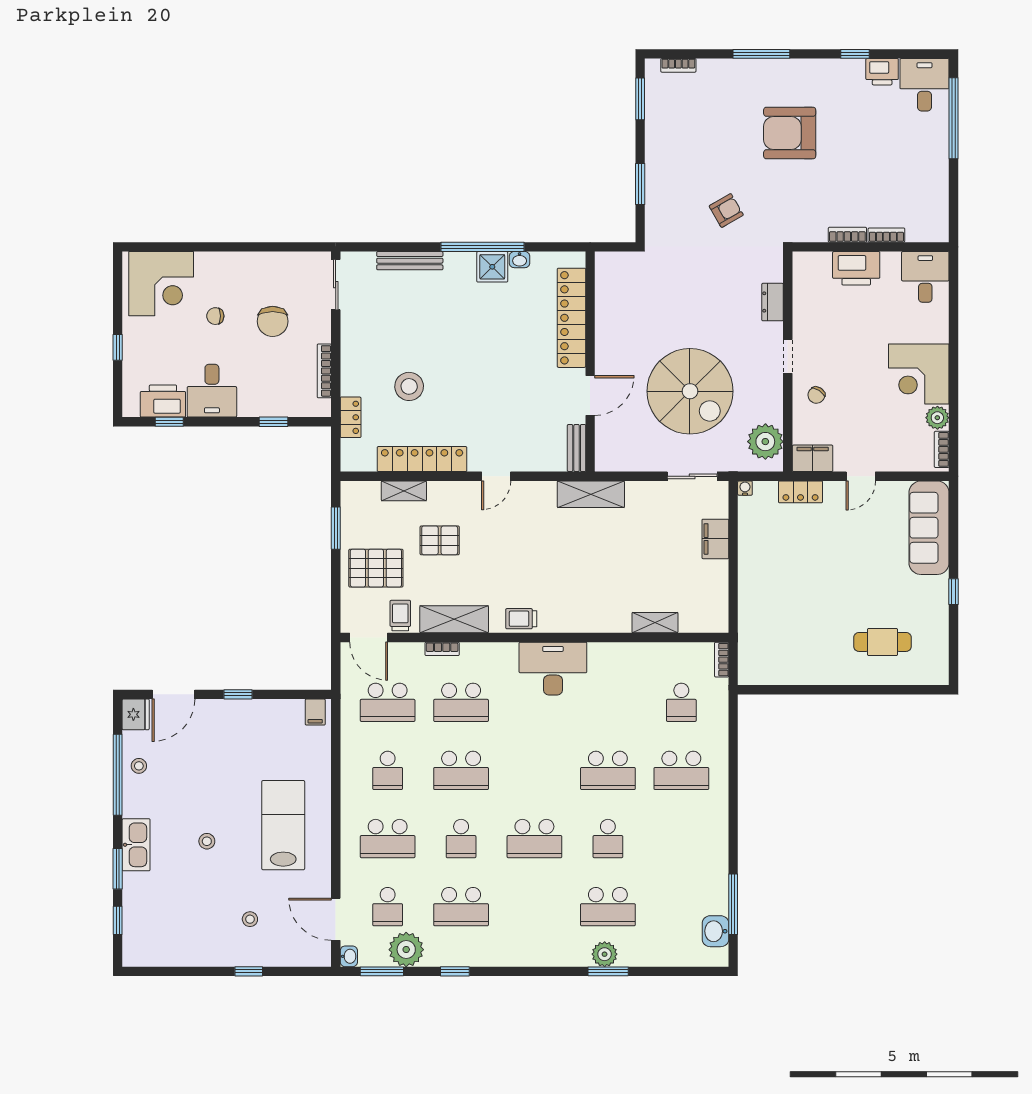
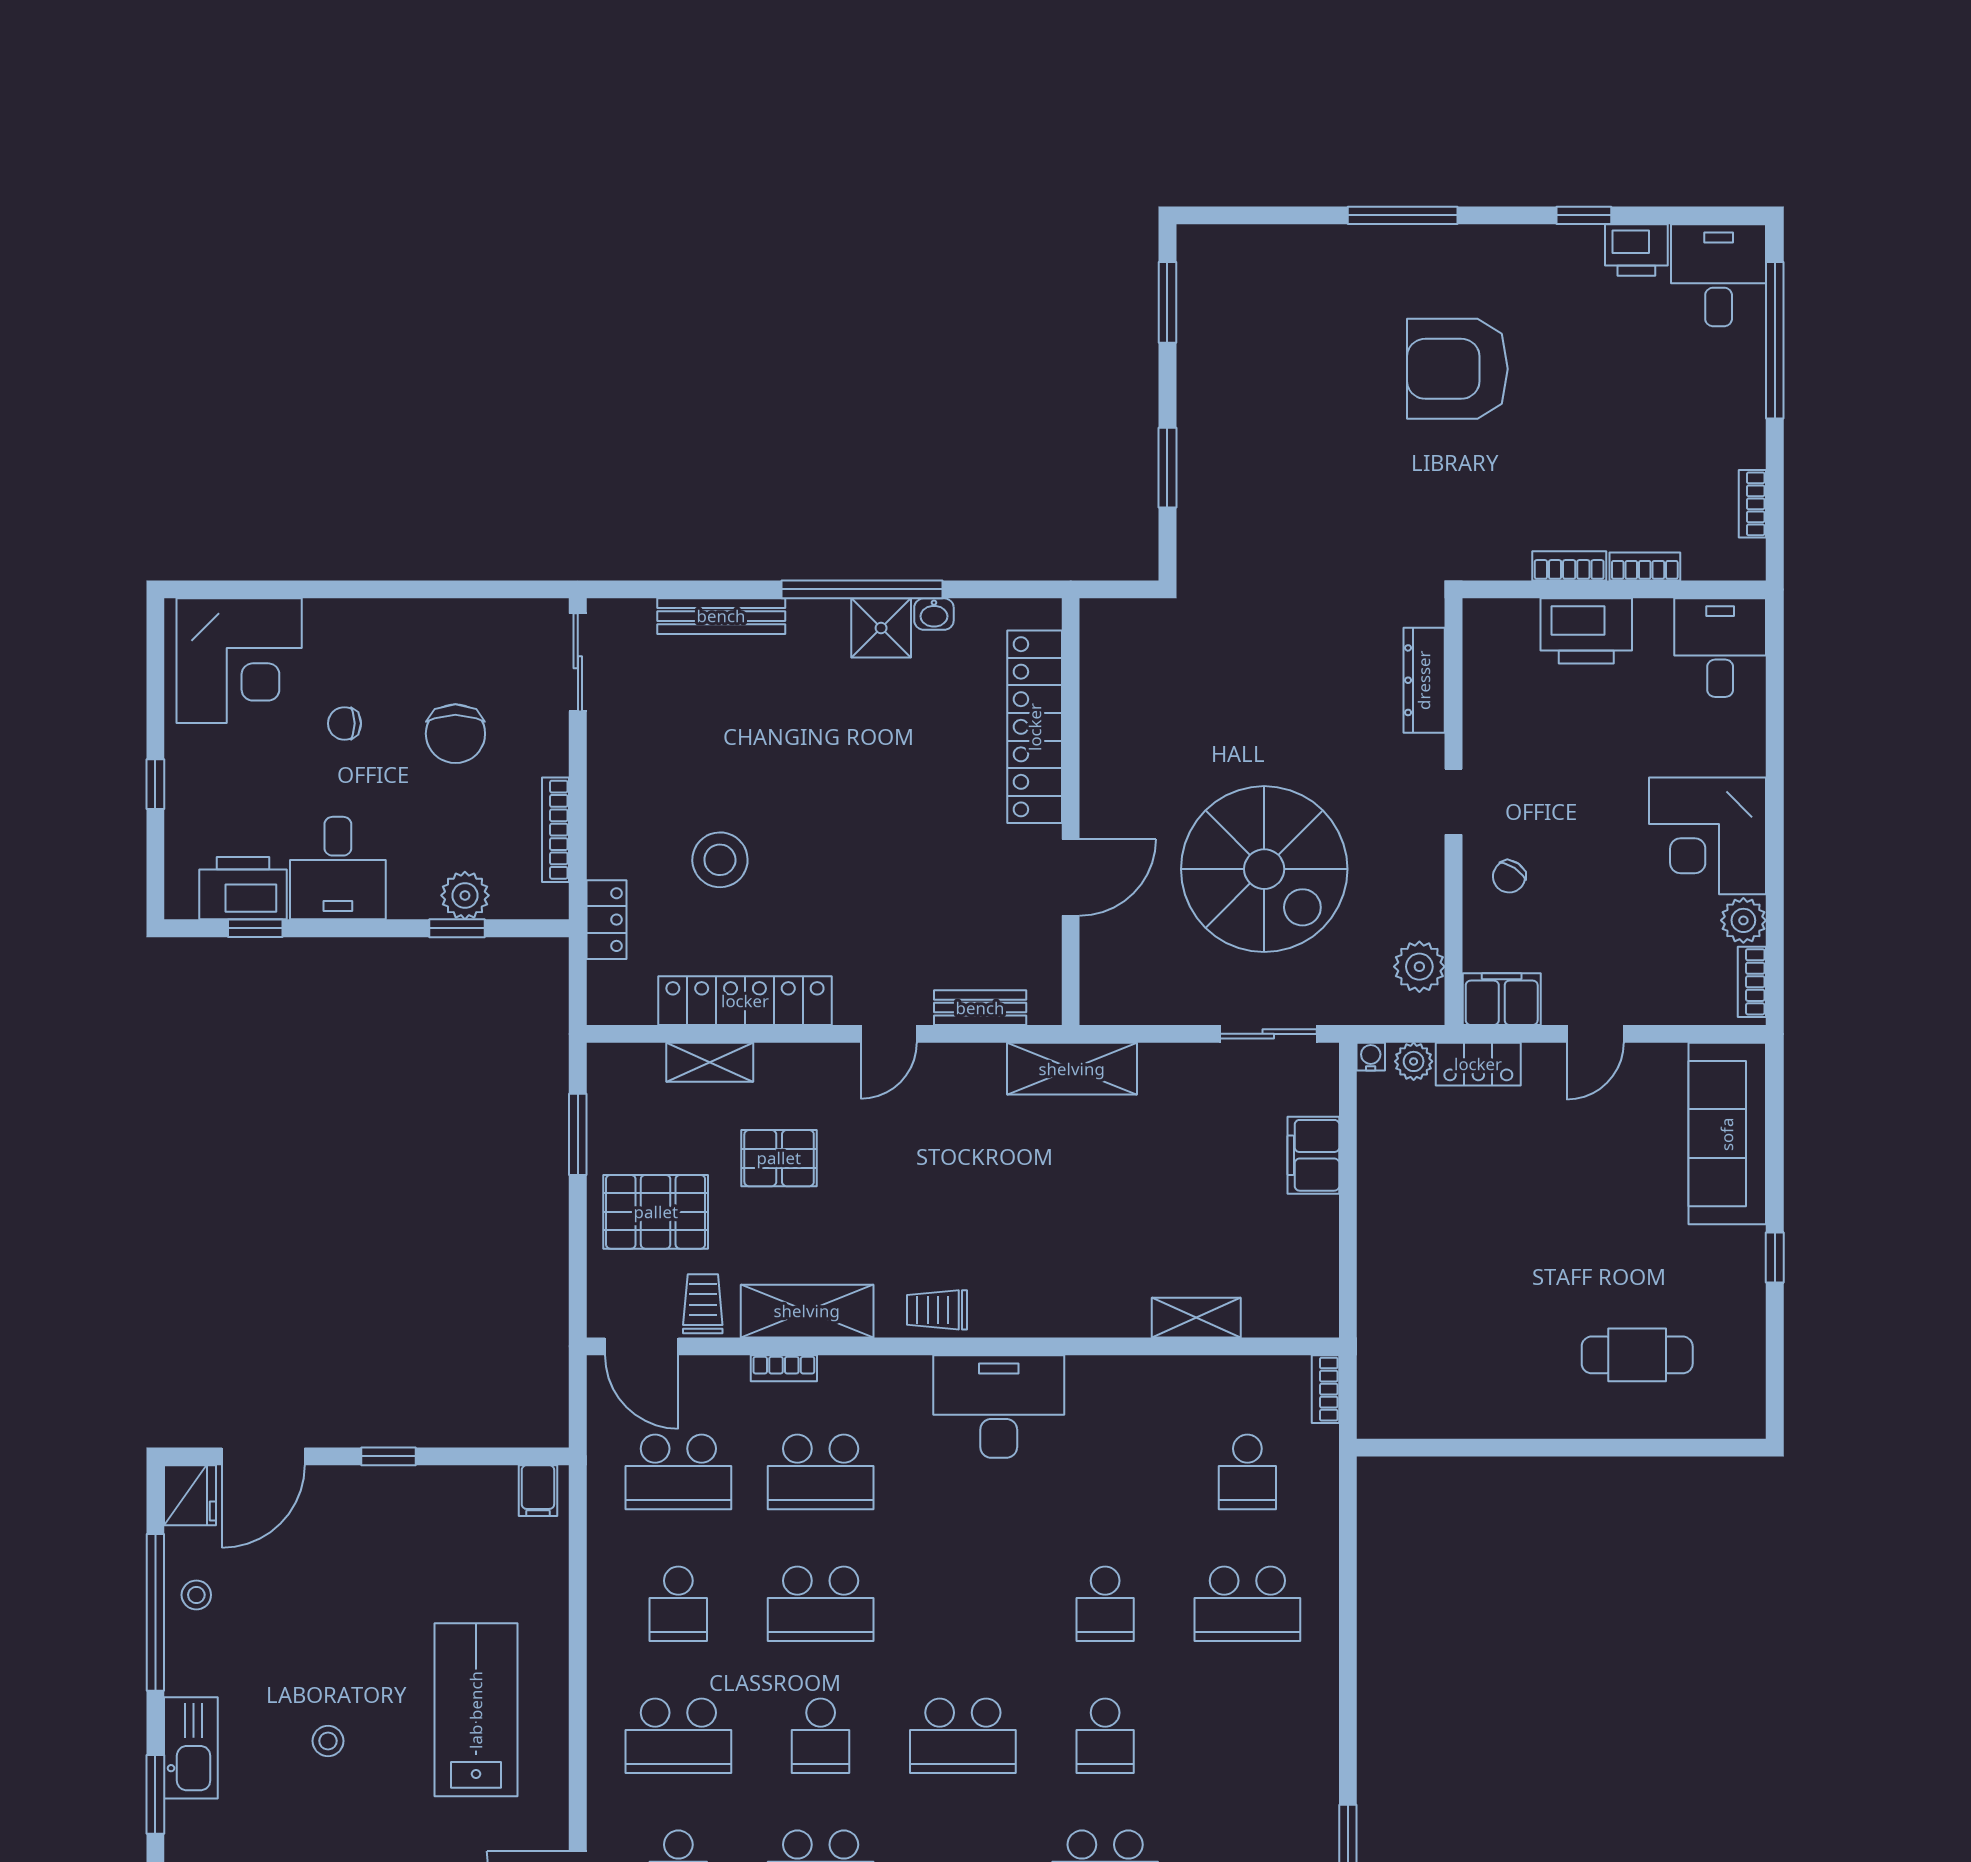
bookcase: (678, 65) -> (1752, 504), moved, turned 90
armchair: (726, 210) -> (1334, 519), removed
dresser: (773, 302) -> (1424, 680), width x1.44
plant: (278, 405) -> (465, 895), added
plant: (765, 442) -> (1419, 967), width x0.73, depth x0.73
bench: (577, 448) -> (980, 1008), moved, turned 90
plant: (767, 491) -> (1414, 1061), added
school desk: (608, 770) -> (1105, 1604), width x0.54

